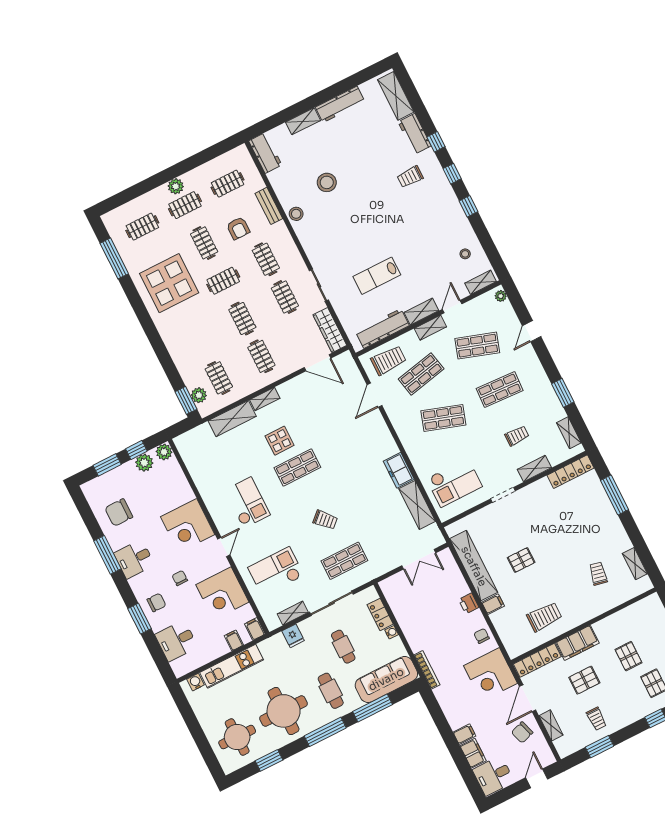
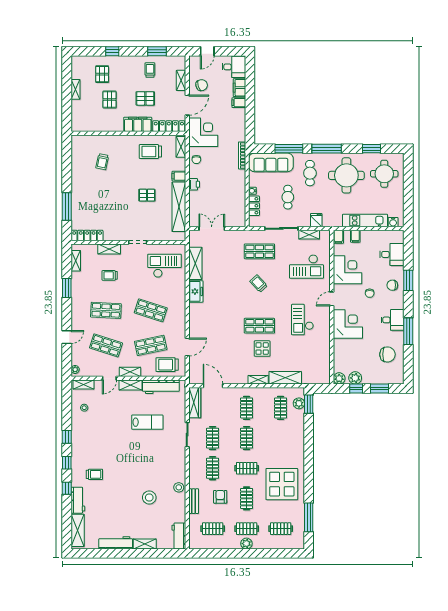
shelving: (635, 564) -> (181, 147), moved

